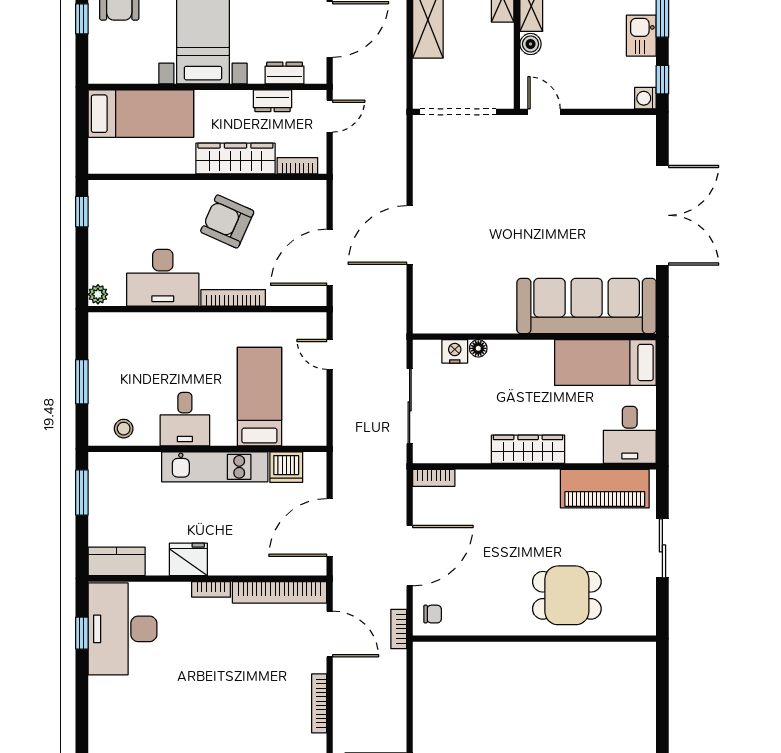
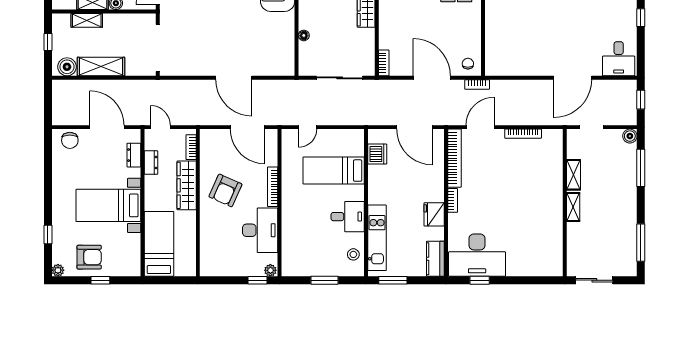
window: (82, 212) -> (257, 280), moved
nightstand: (455, 351) -> (306, 50), removed
kitchen unit: (215, 467) -> (377, 238), moved

